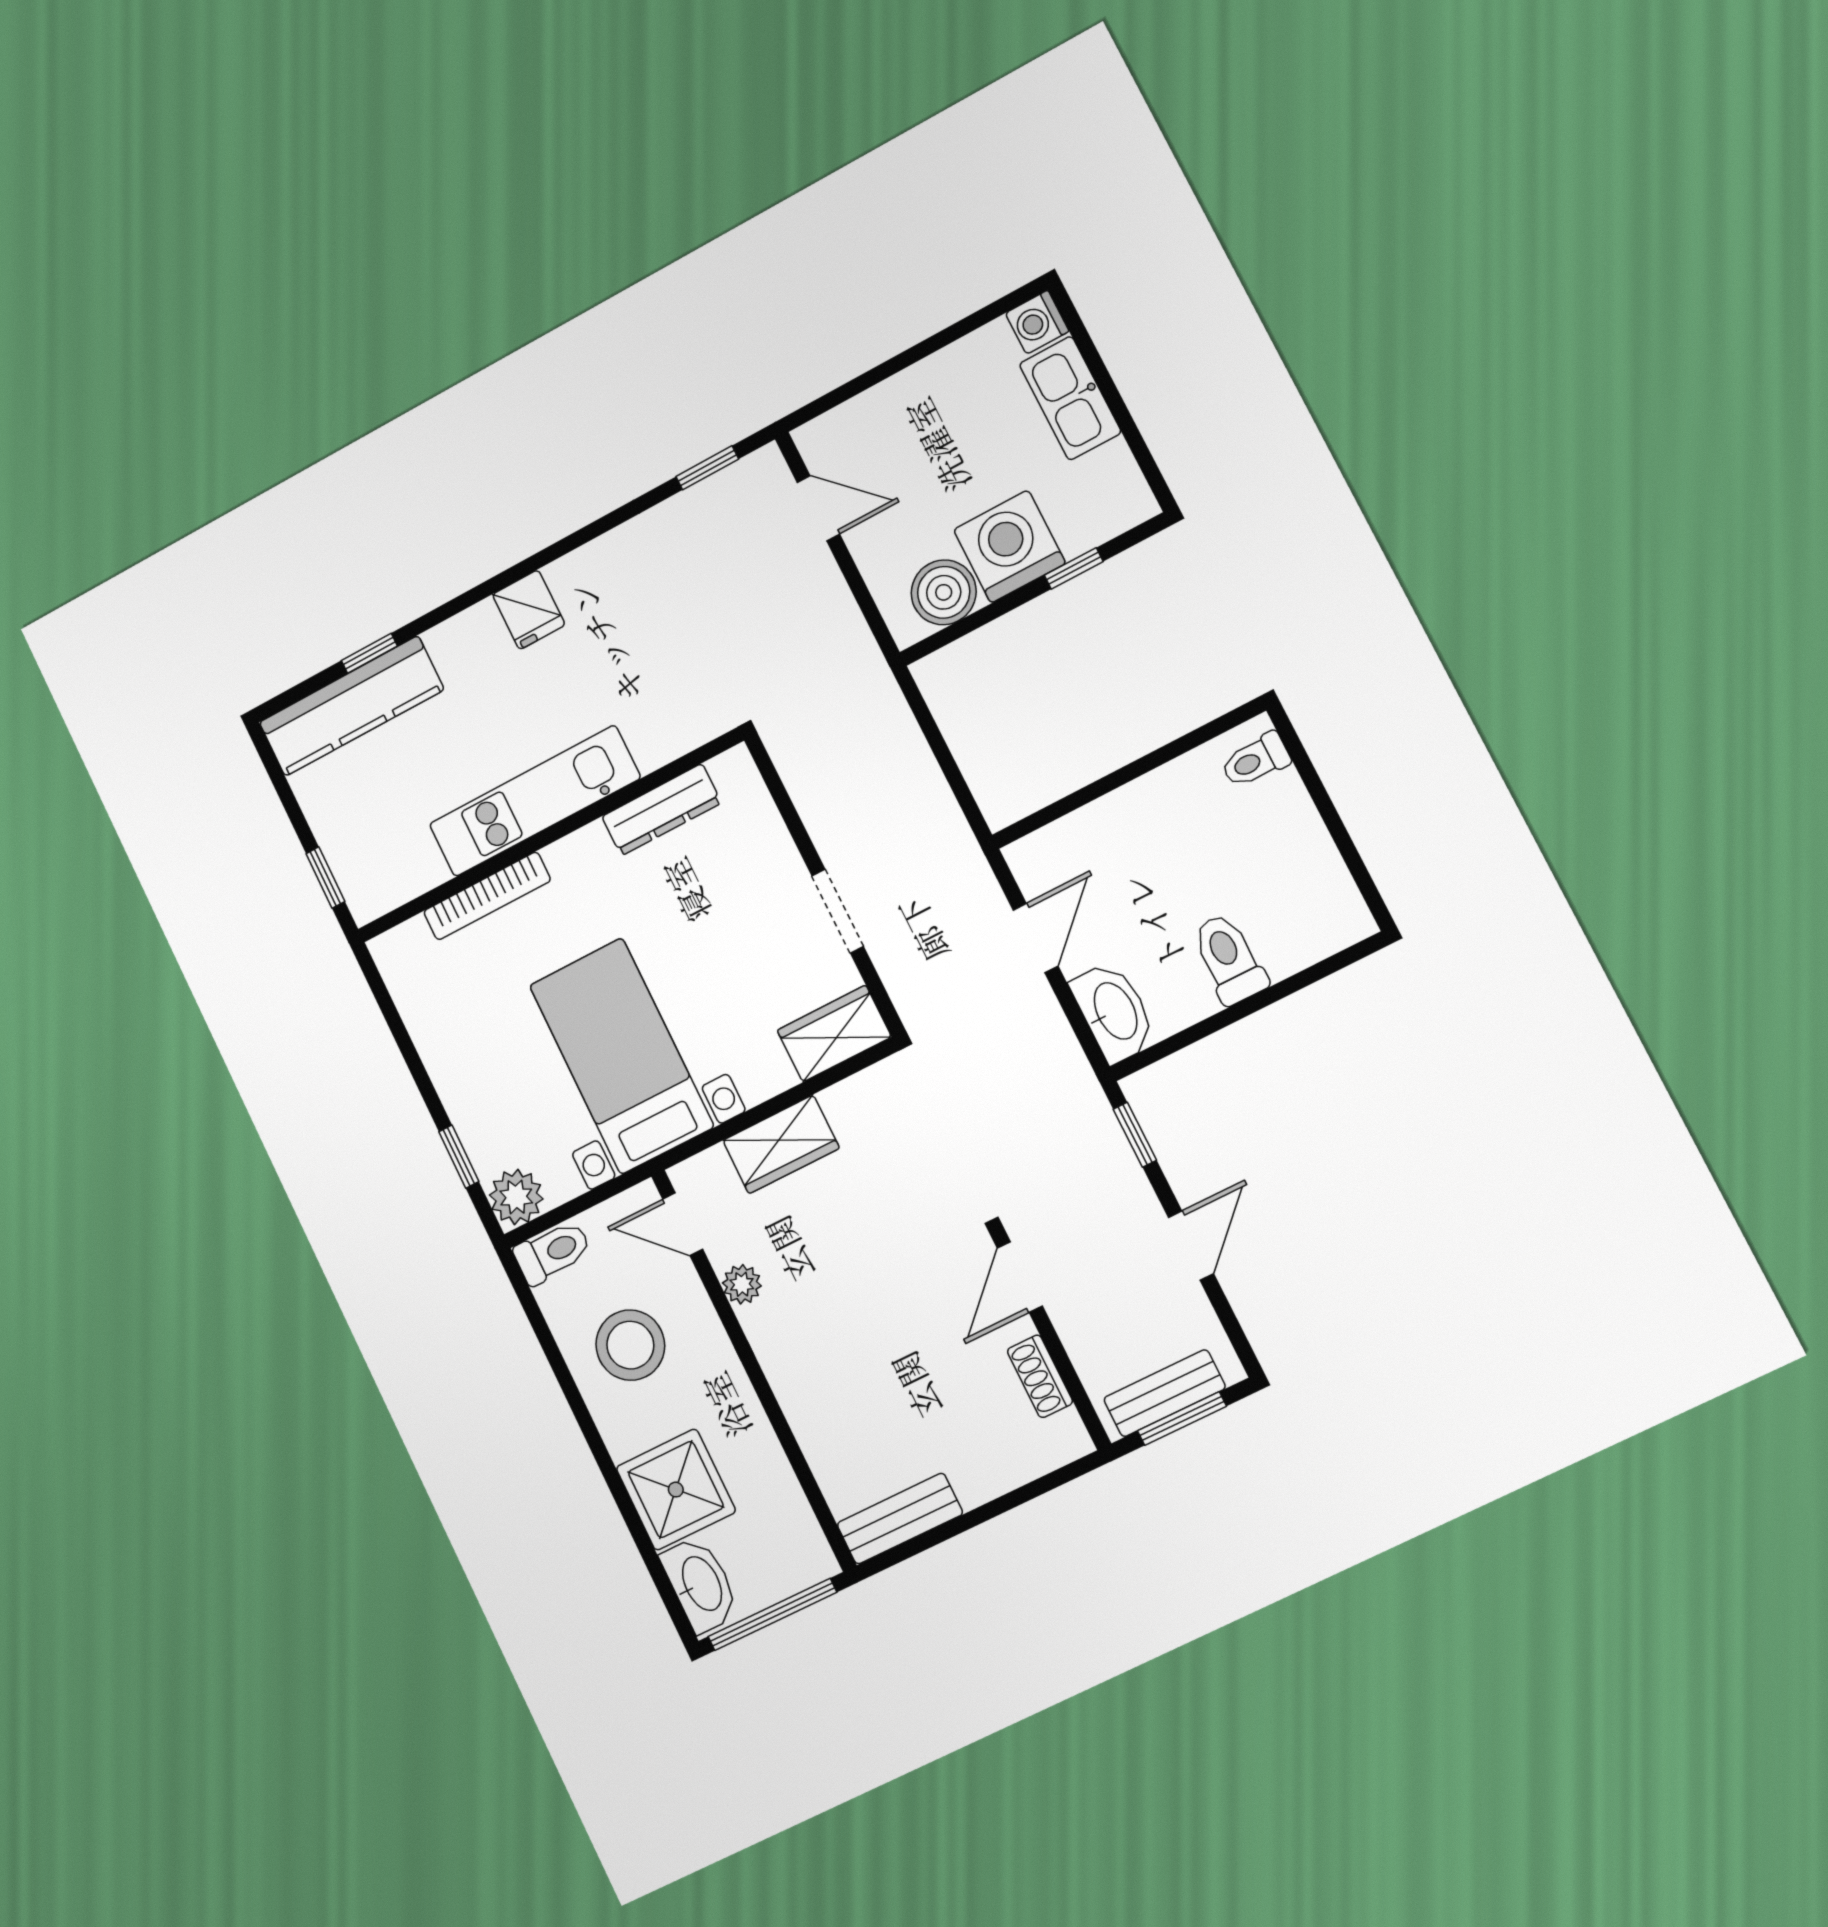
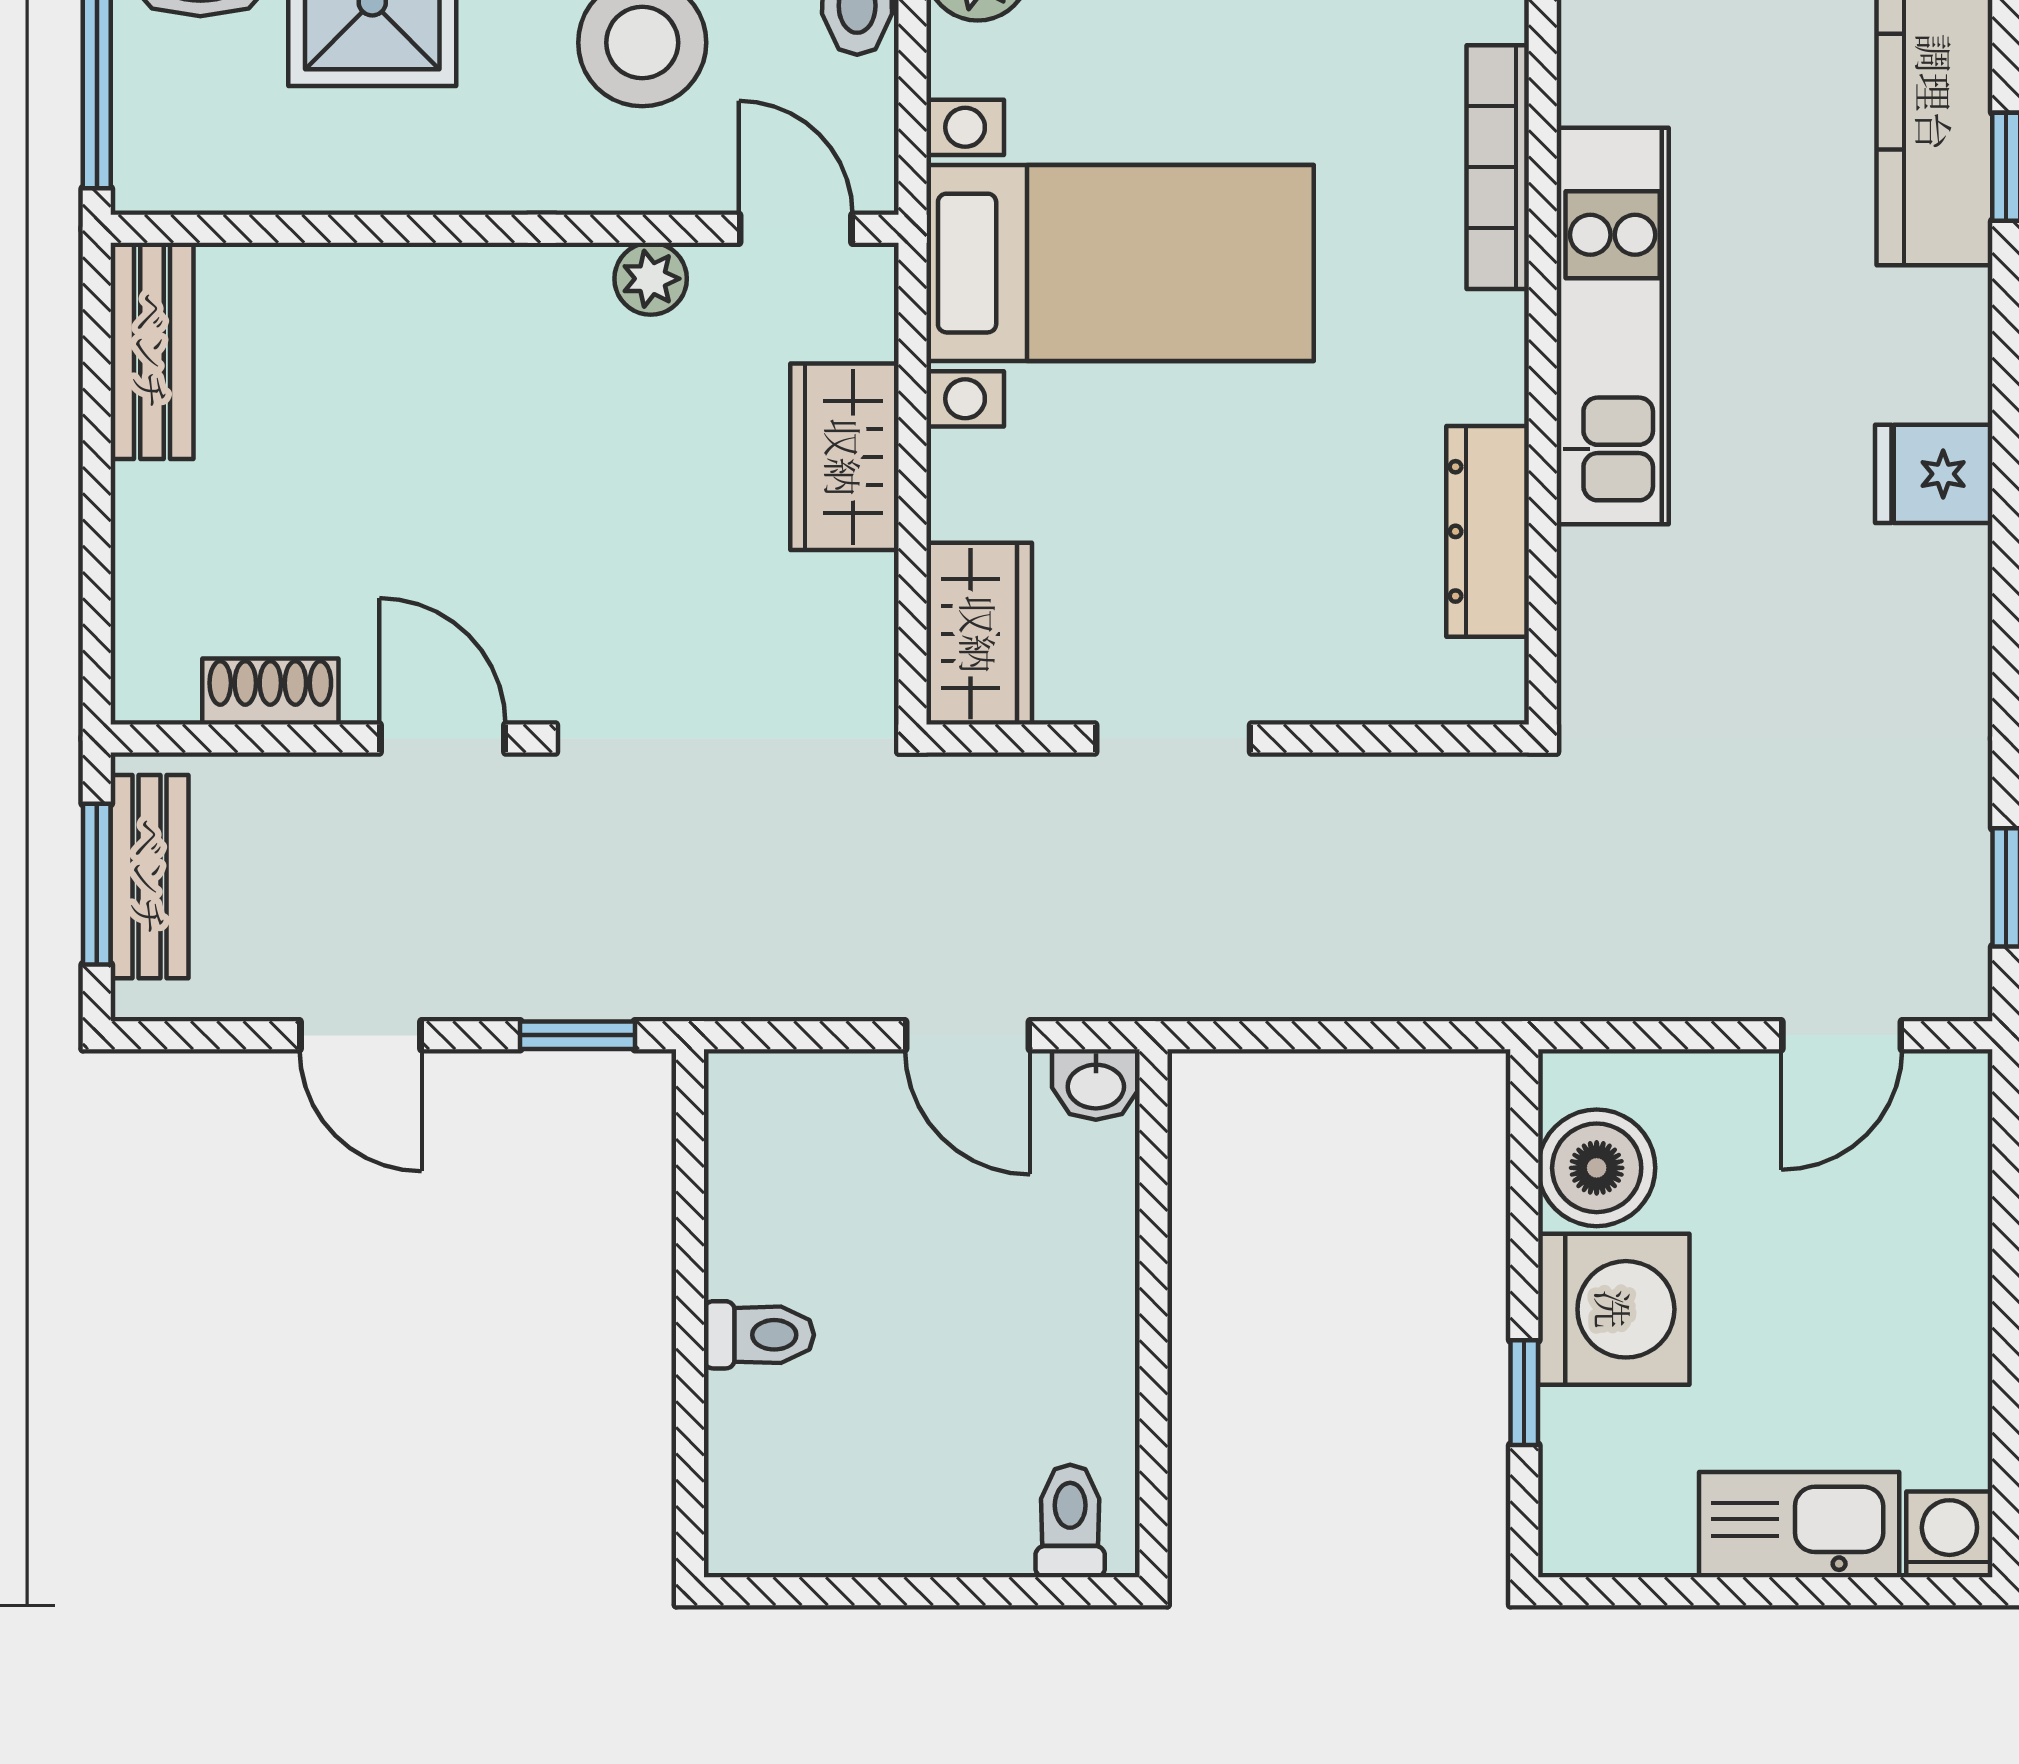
toilet: (1229, 959) -> (759, 1335), width x0.73, depth x0.72
washbasin: (1114, 1012) -> (1096, 1084), moved, width x0.52, depth x0.69
door: (683, 1224) -> (796, 229), hinge flipped

